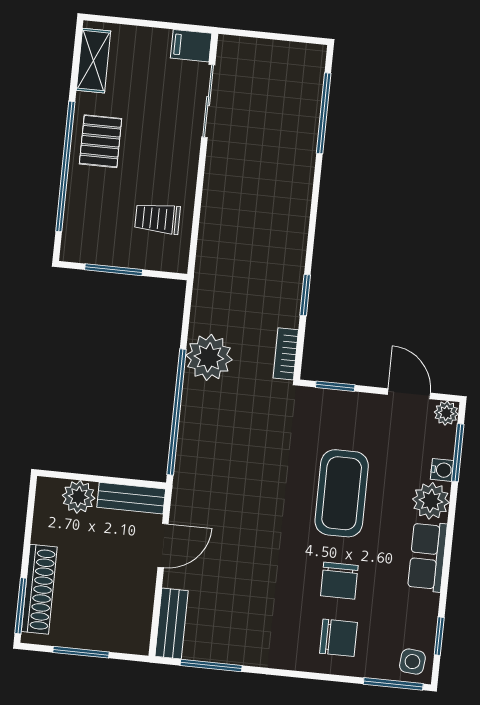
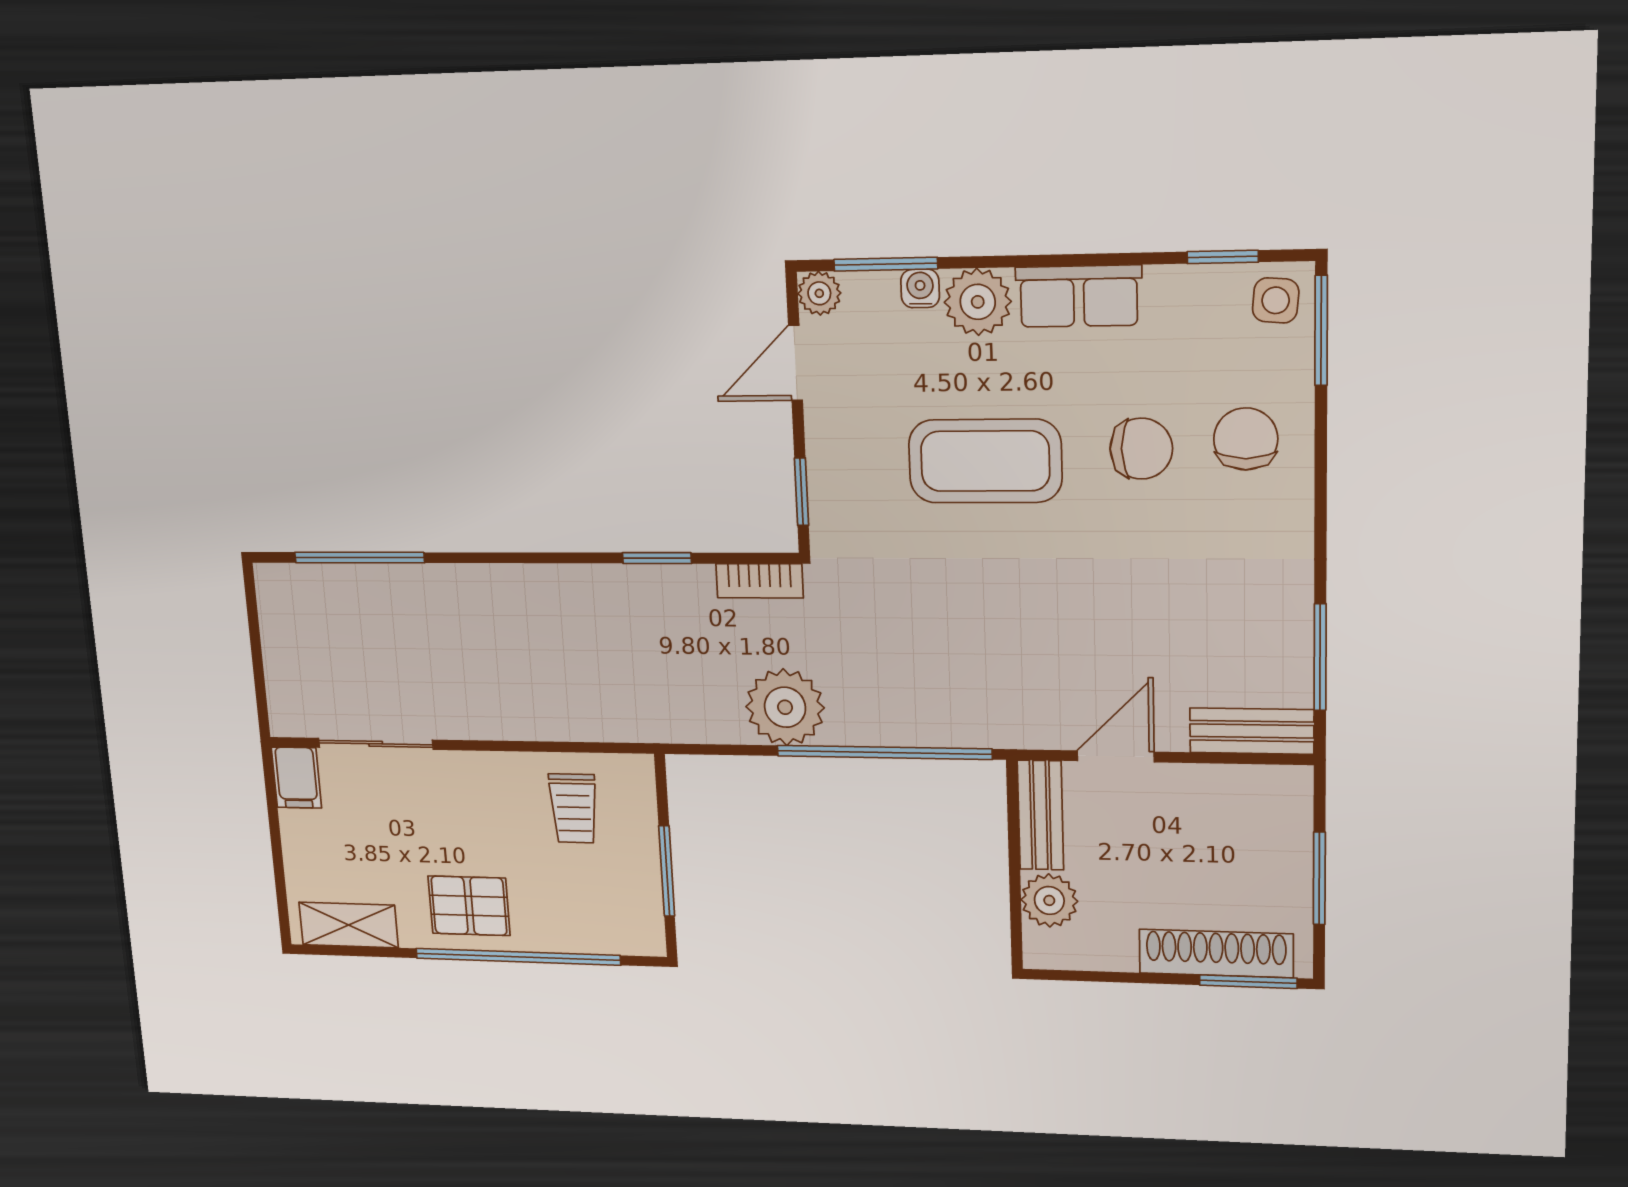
door: (163, 546) -> (1116, 756), hinge flipped

